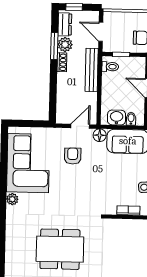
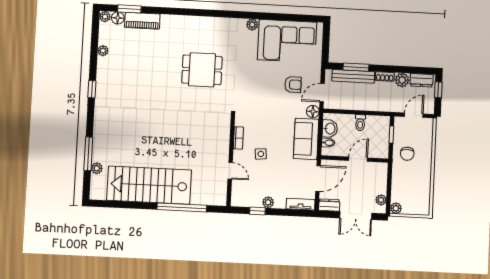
window: (54, 46) -> (356, 67), moved
toilet: (110, 67) -> (360, 123), moved
bench: (92, 70) -> (353, 76), moved
door: (80, 126) -> (322, 93), swing flipped
dining table: (60, 249) -> (202, 70), width x0.73

